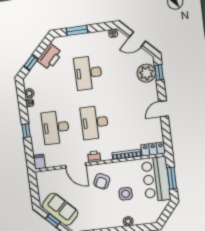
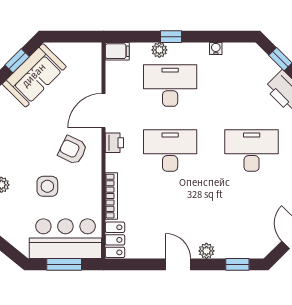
plant: (146, 73) -> (206, 251), moved, width x0.53, depth x0.53
plant: (29, 93) -> (159, 50), moved

